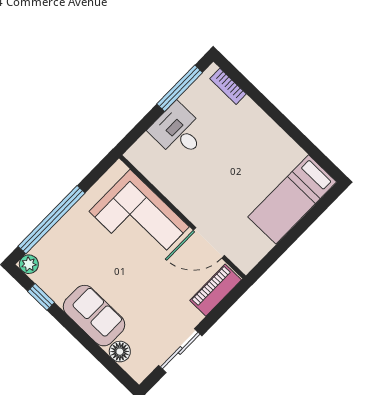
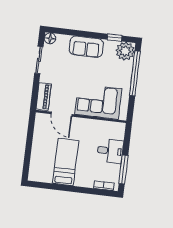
bed: (292, 199) -> (66, 162), moved
door: (209, 243) -> (62, 114), swing flipped
plant: (29, 264) -> (125, 51), width x1.88, depth x1.88
floor lamp: (120, 352) -> (50, 38), moved

